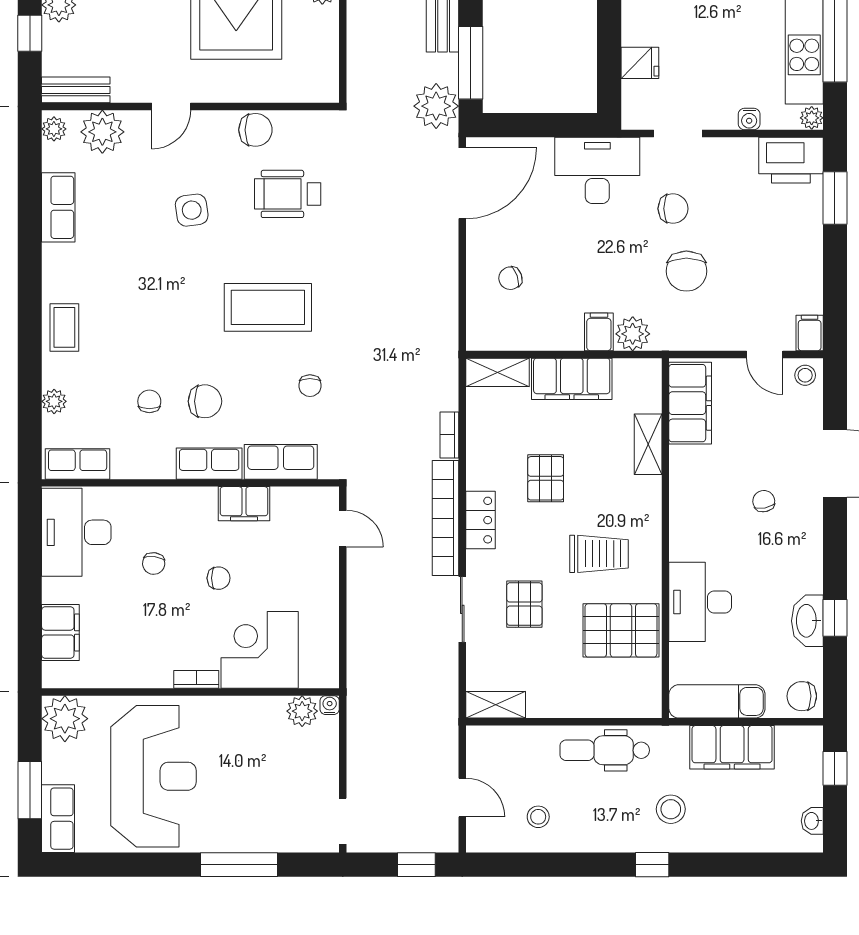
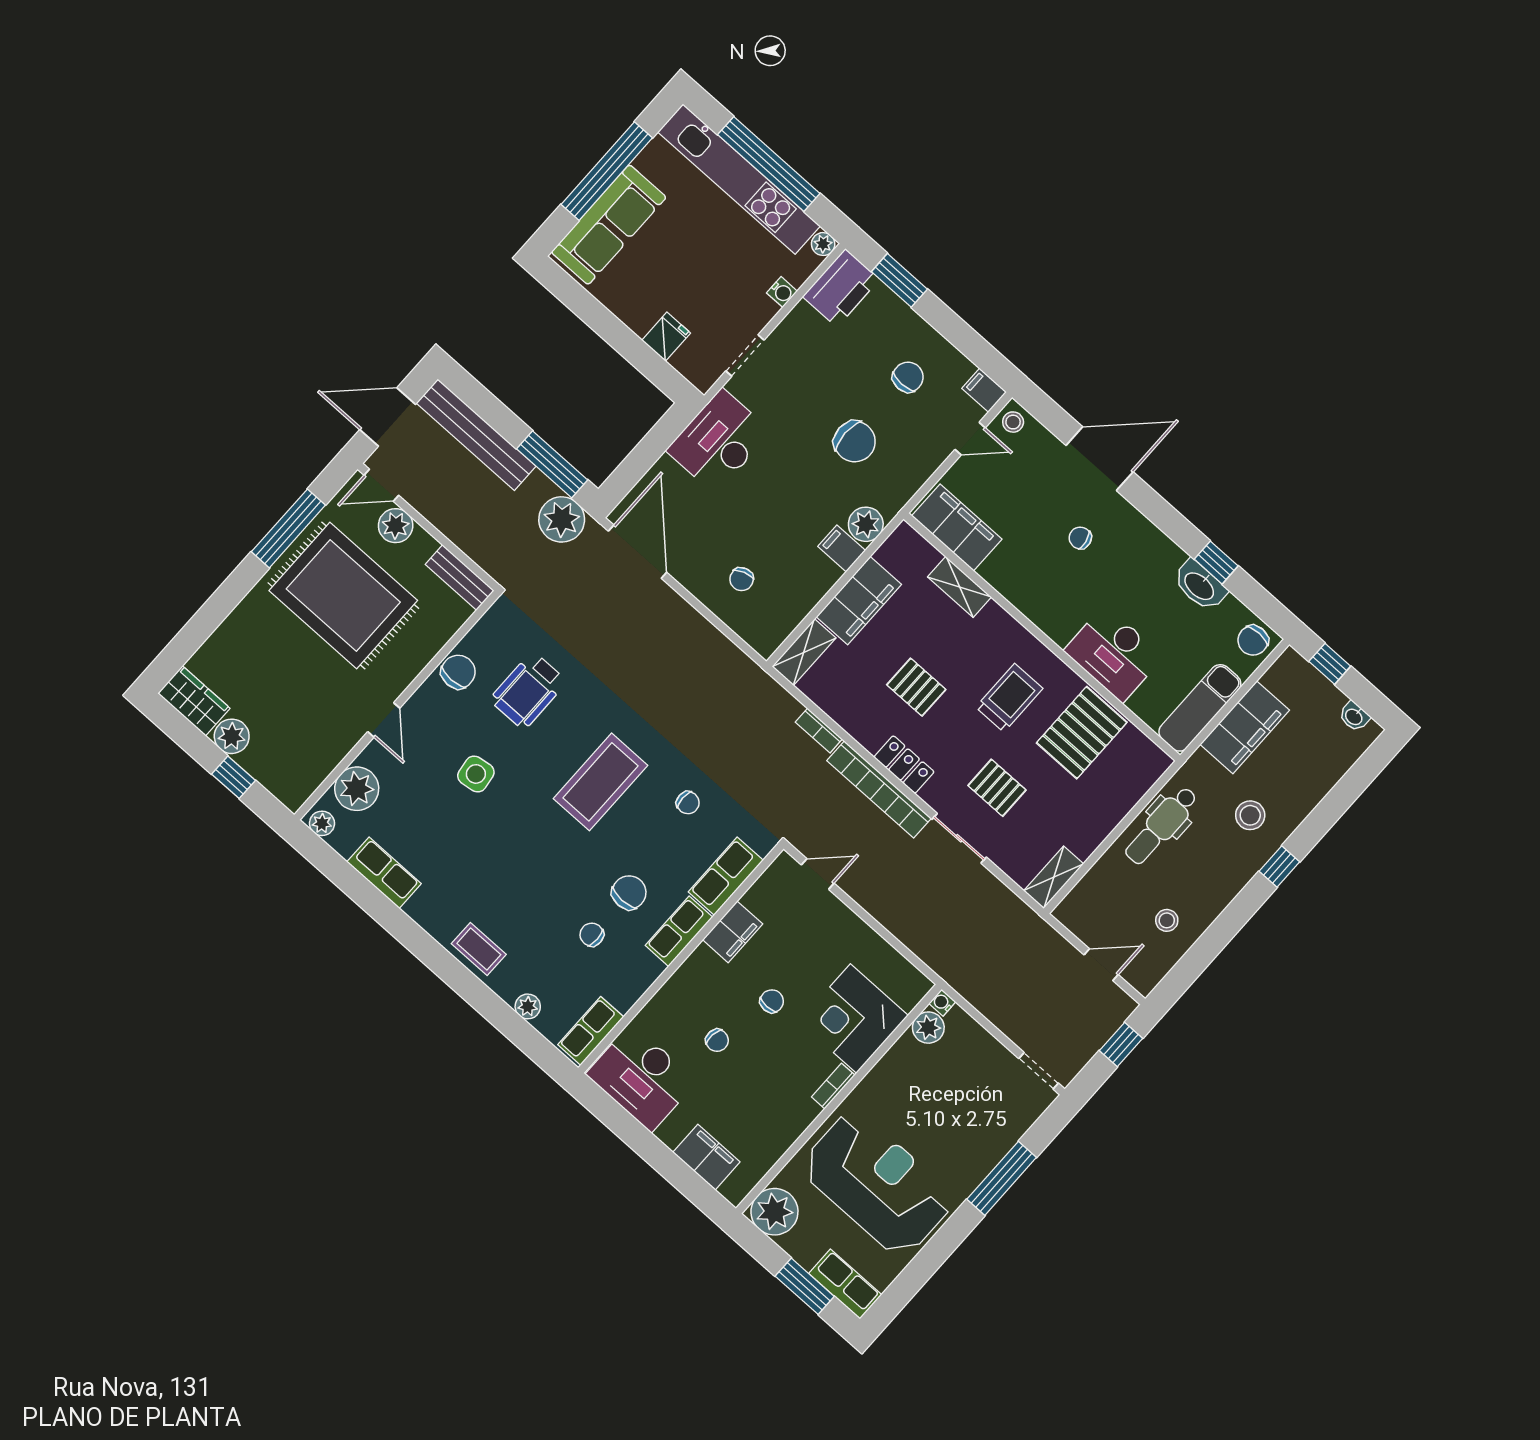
bench: (76, 90) -> (460, 577), moved, turned 90
chair: (673, 209) -> (908, 377), moved

